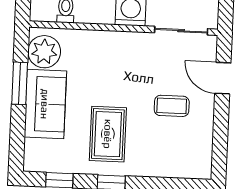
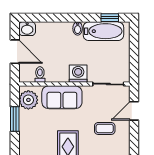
door: (223, 78) -> (134, 111), hinge flipped
sofa: (45, 104) -> (62, 97), moved, turned 90

